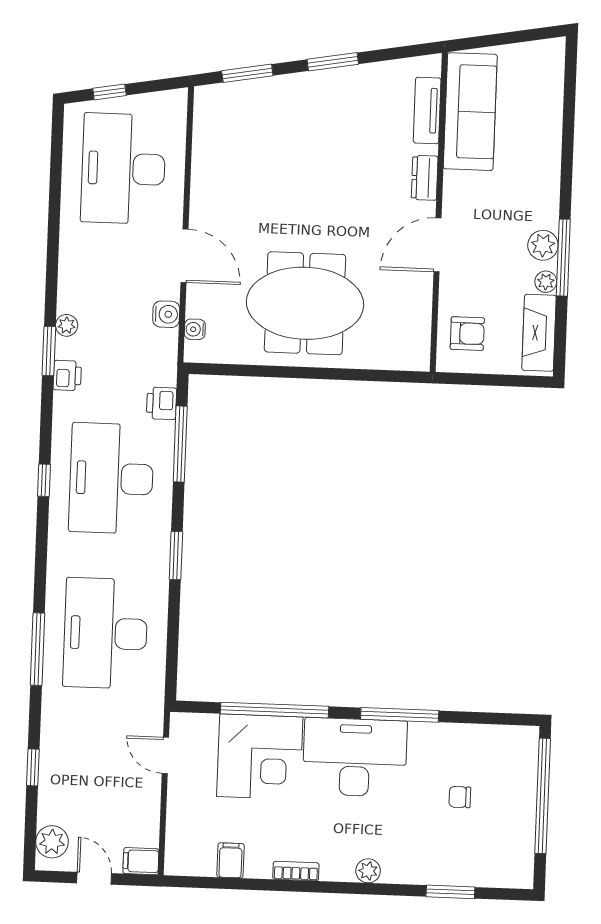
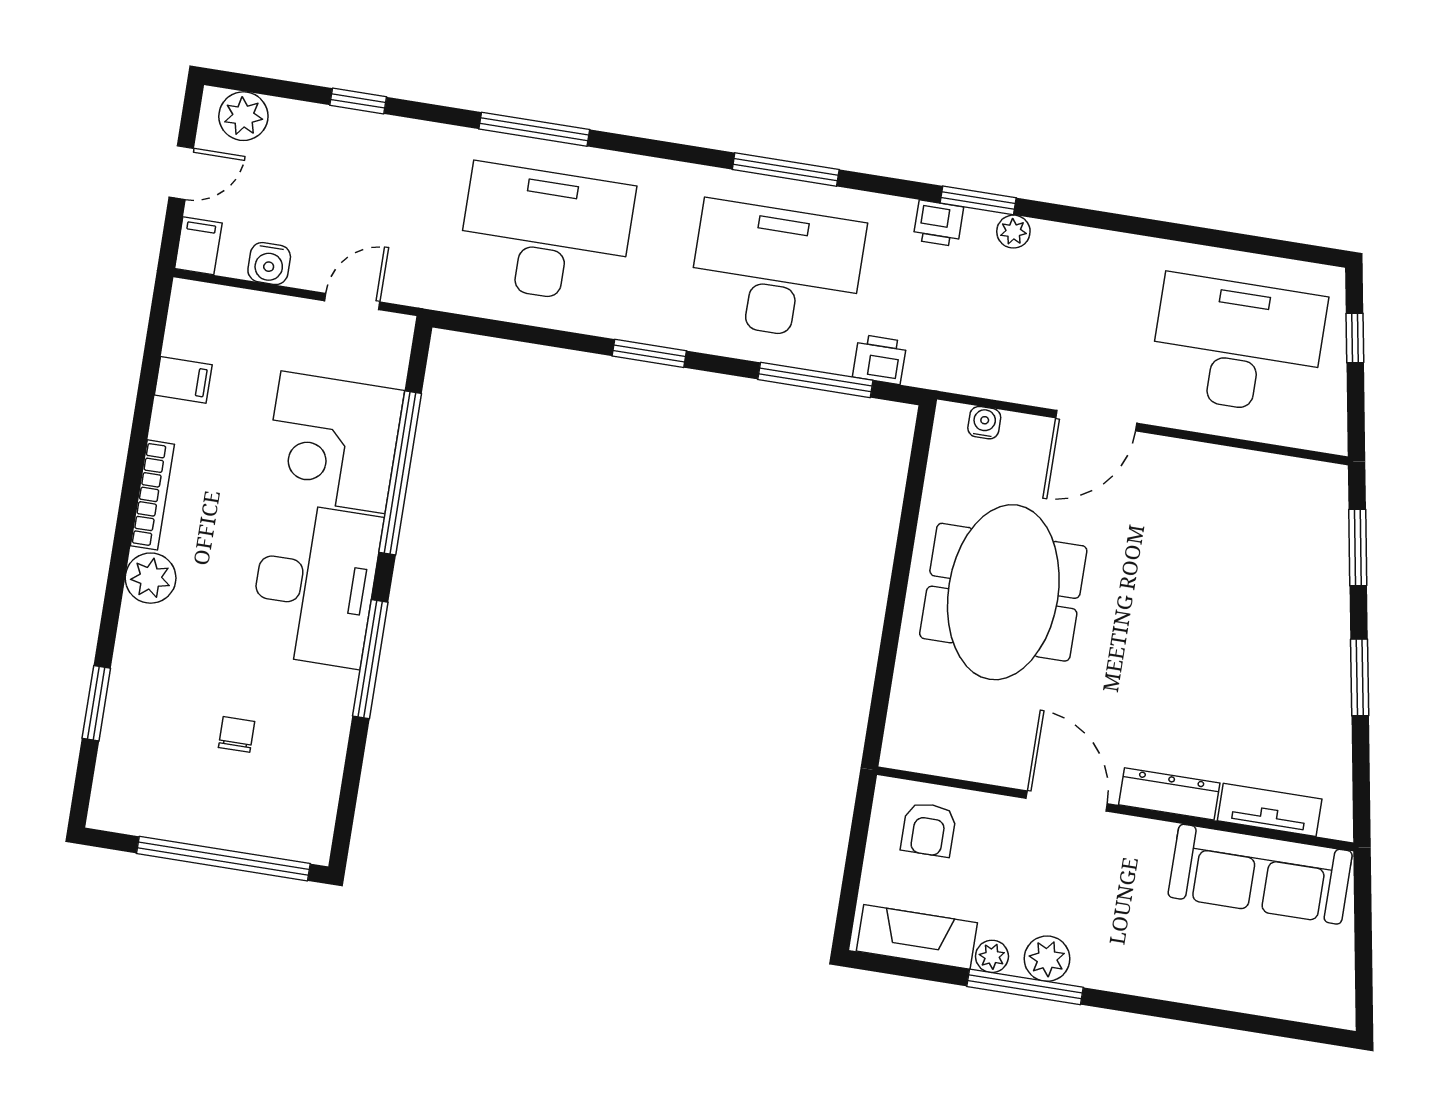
dresser: (425, 178) -> (1169, 794), width x1.44
water cooler: (166, 314) -> (269, 264), moved
window: (44, 480) -> (786, 170), width x2.17
bookcase: (296, 871) -> (152, 495), width x1.56
plant: (368, 871) -> (151, 578), width x1.38, depth x1.38

